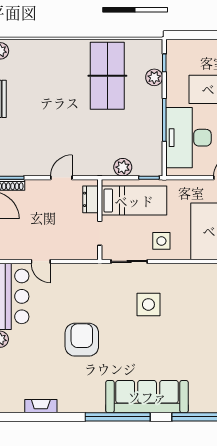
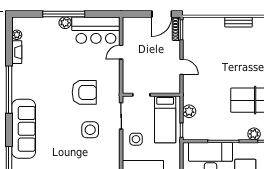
dresser: (91, 199) -> (166, 88), removed
armchair: (82, 340) -> (84, 92), moved
plant: (17, 406) -> (17, 35), added
window: (118, 417) -> (9, 90), moved

